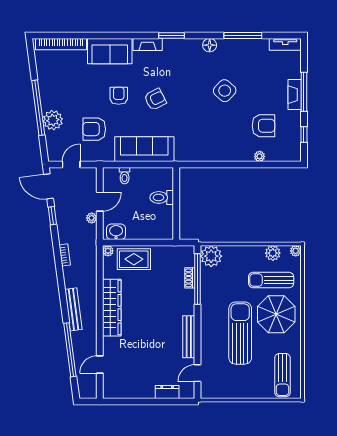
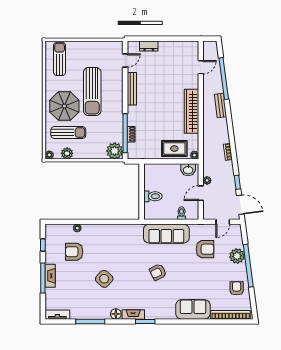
fireplace: (148, 44) -> (133, 314), moved
armchair: (119, 96) -> (237, 288), moved, turned 180
bench: (73, 309) -> (220, 105), width x0.73

